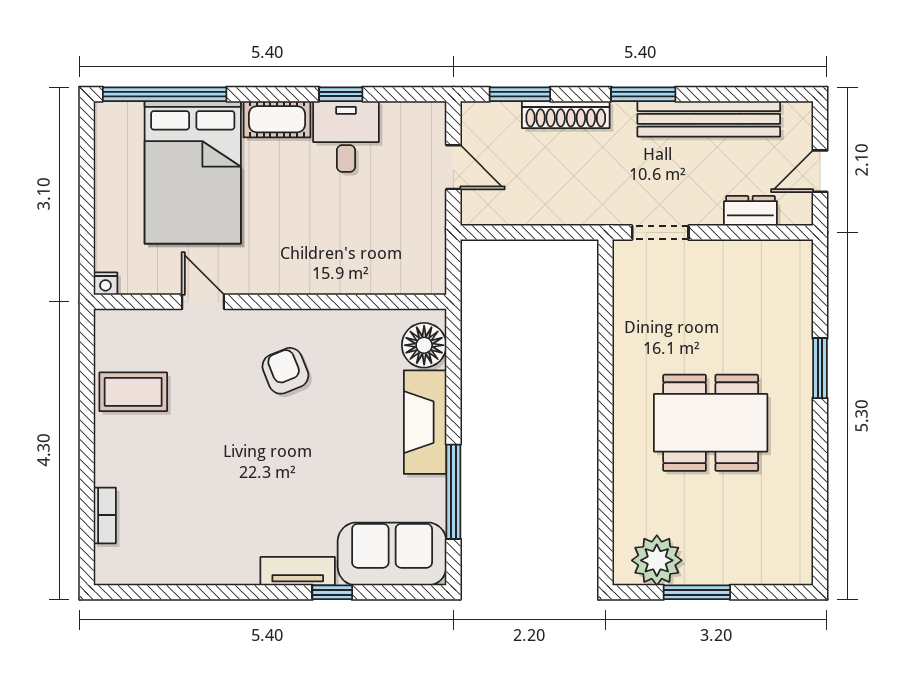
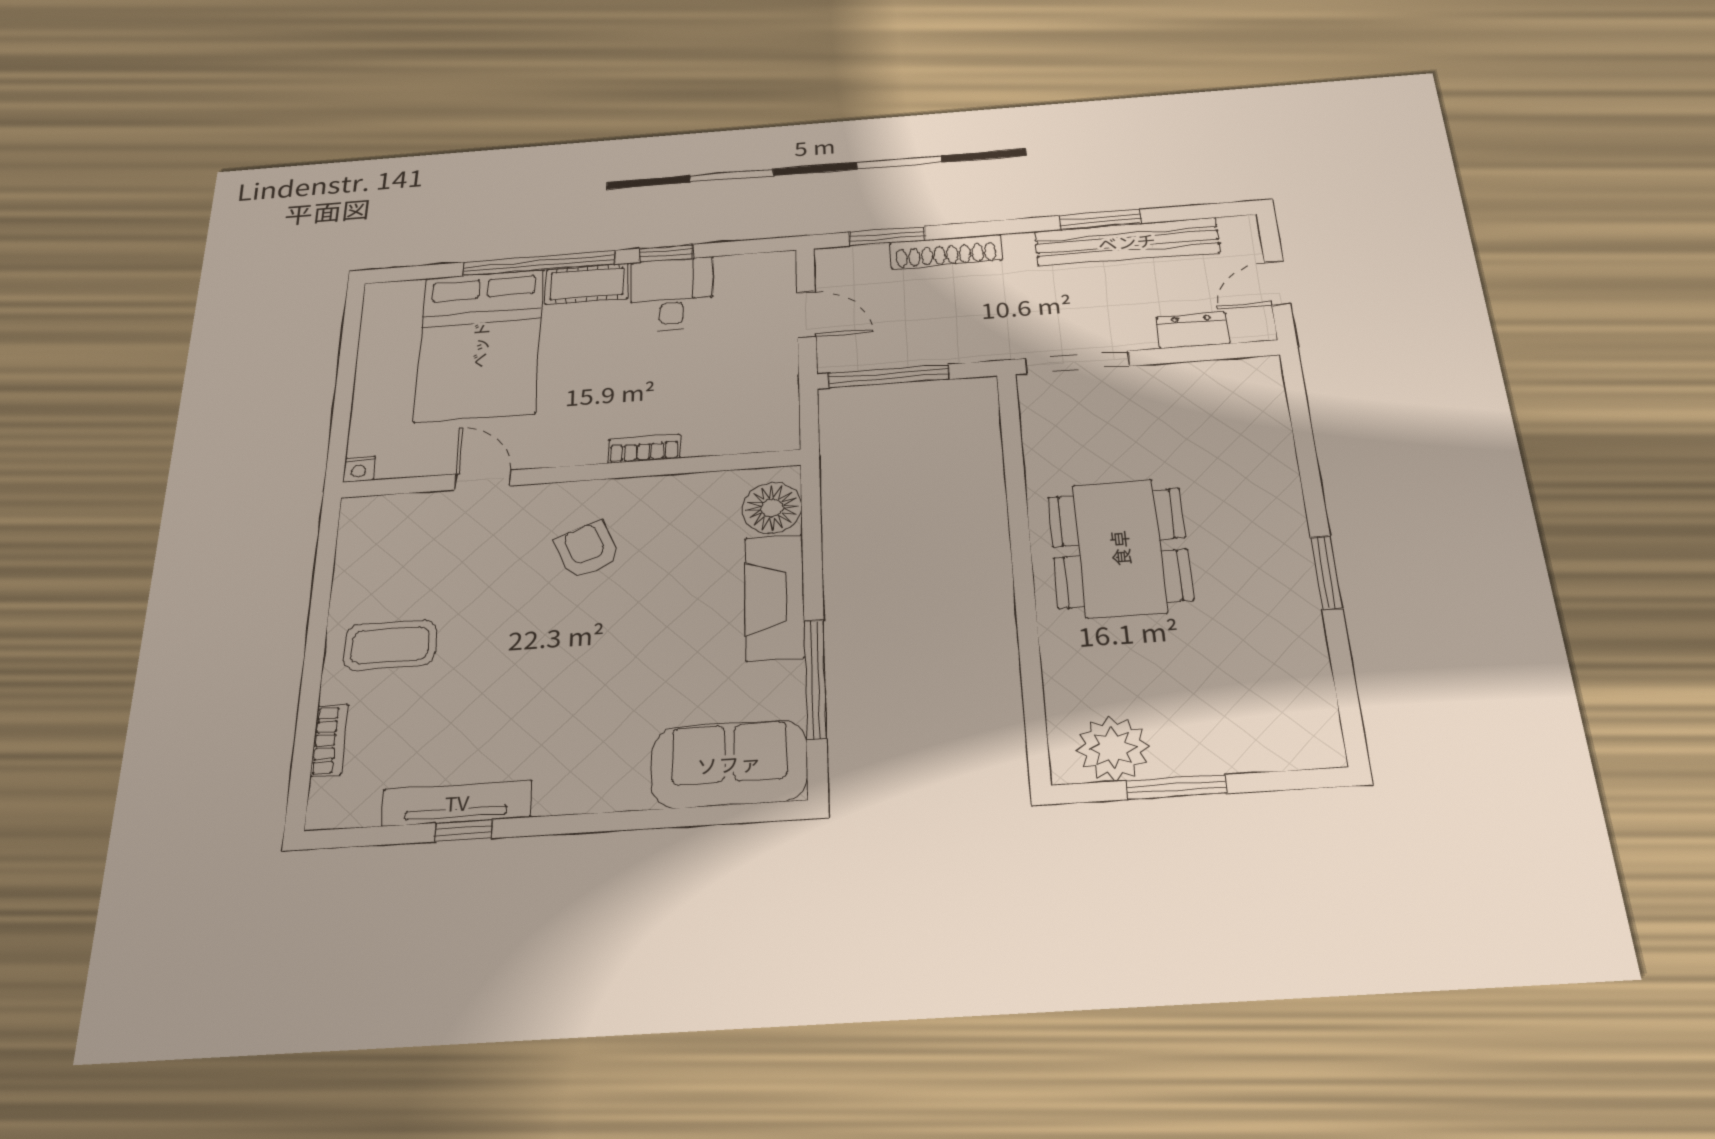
window: (165, 94) -> (539, 263), moved
window: (643, 94) -> (1100, 220), moved
window: (516, 233) -> (889, 376), added
doorway: (660, 233) -> (1077, 362), width x1.38
bookcase: (327, 284) -> (644, 449), added
window: (820, 368) -> (1326, 573), moved
coffee table: (133, 392) -> (390, 645), moved
dining table: (711, 423) -> (1120, 548), moved, turned 90
tv unit: (298, 571) -> (457, 803), moved, width x1.41
window: (332, 592) -> (464, 831), moved

